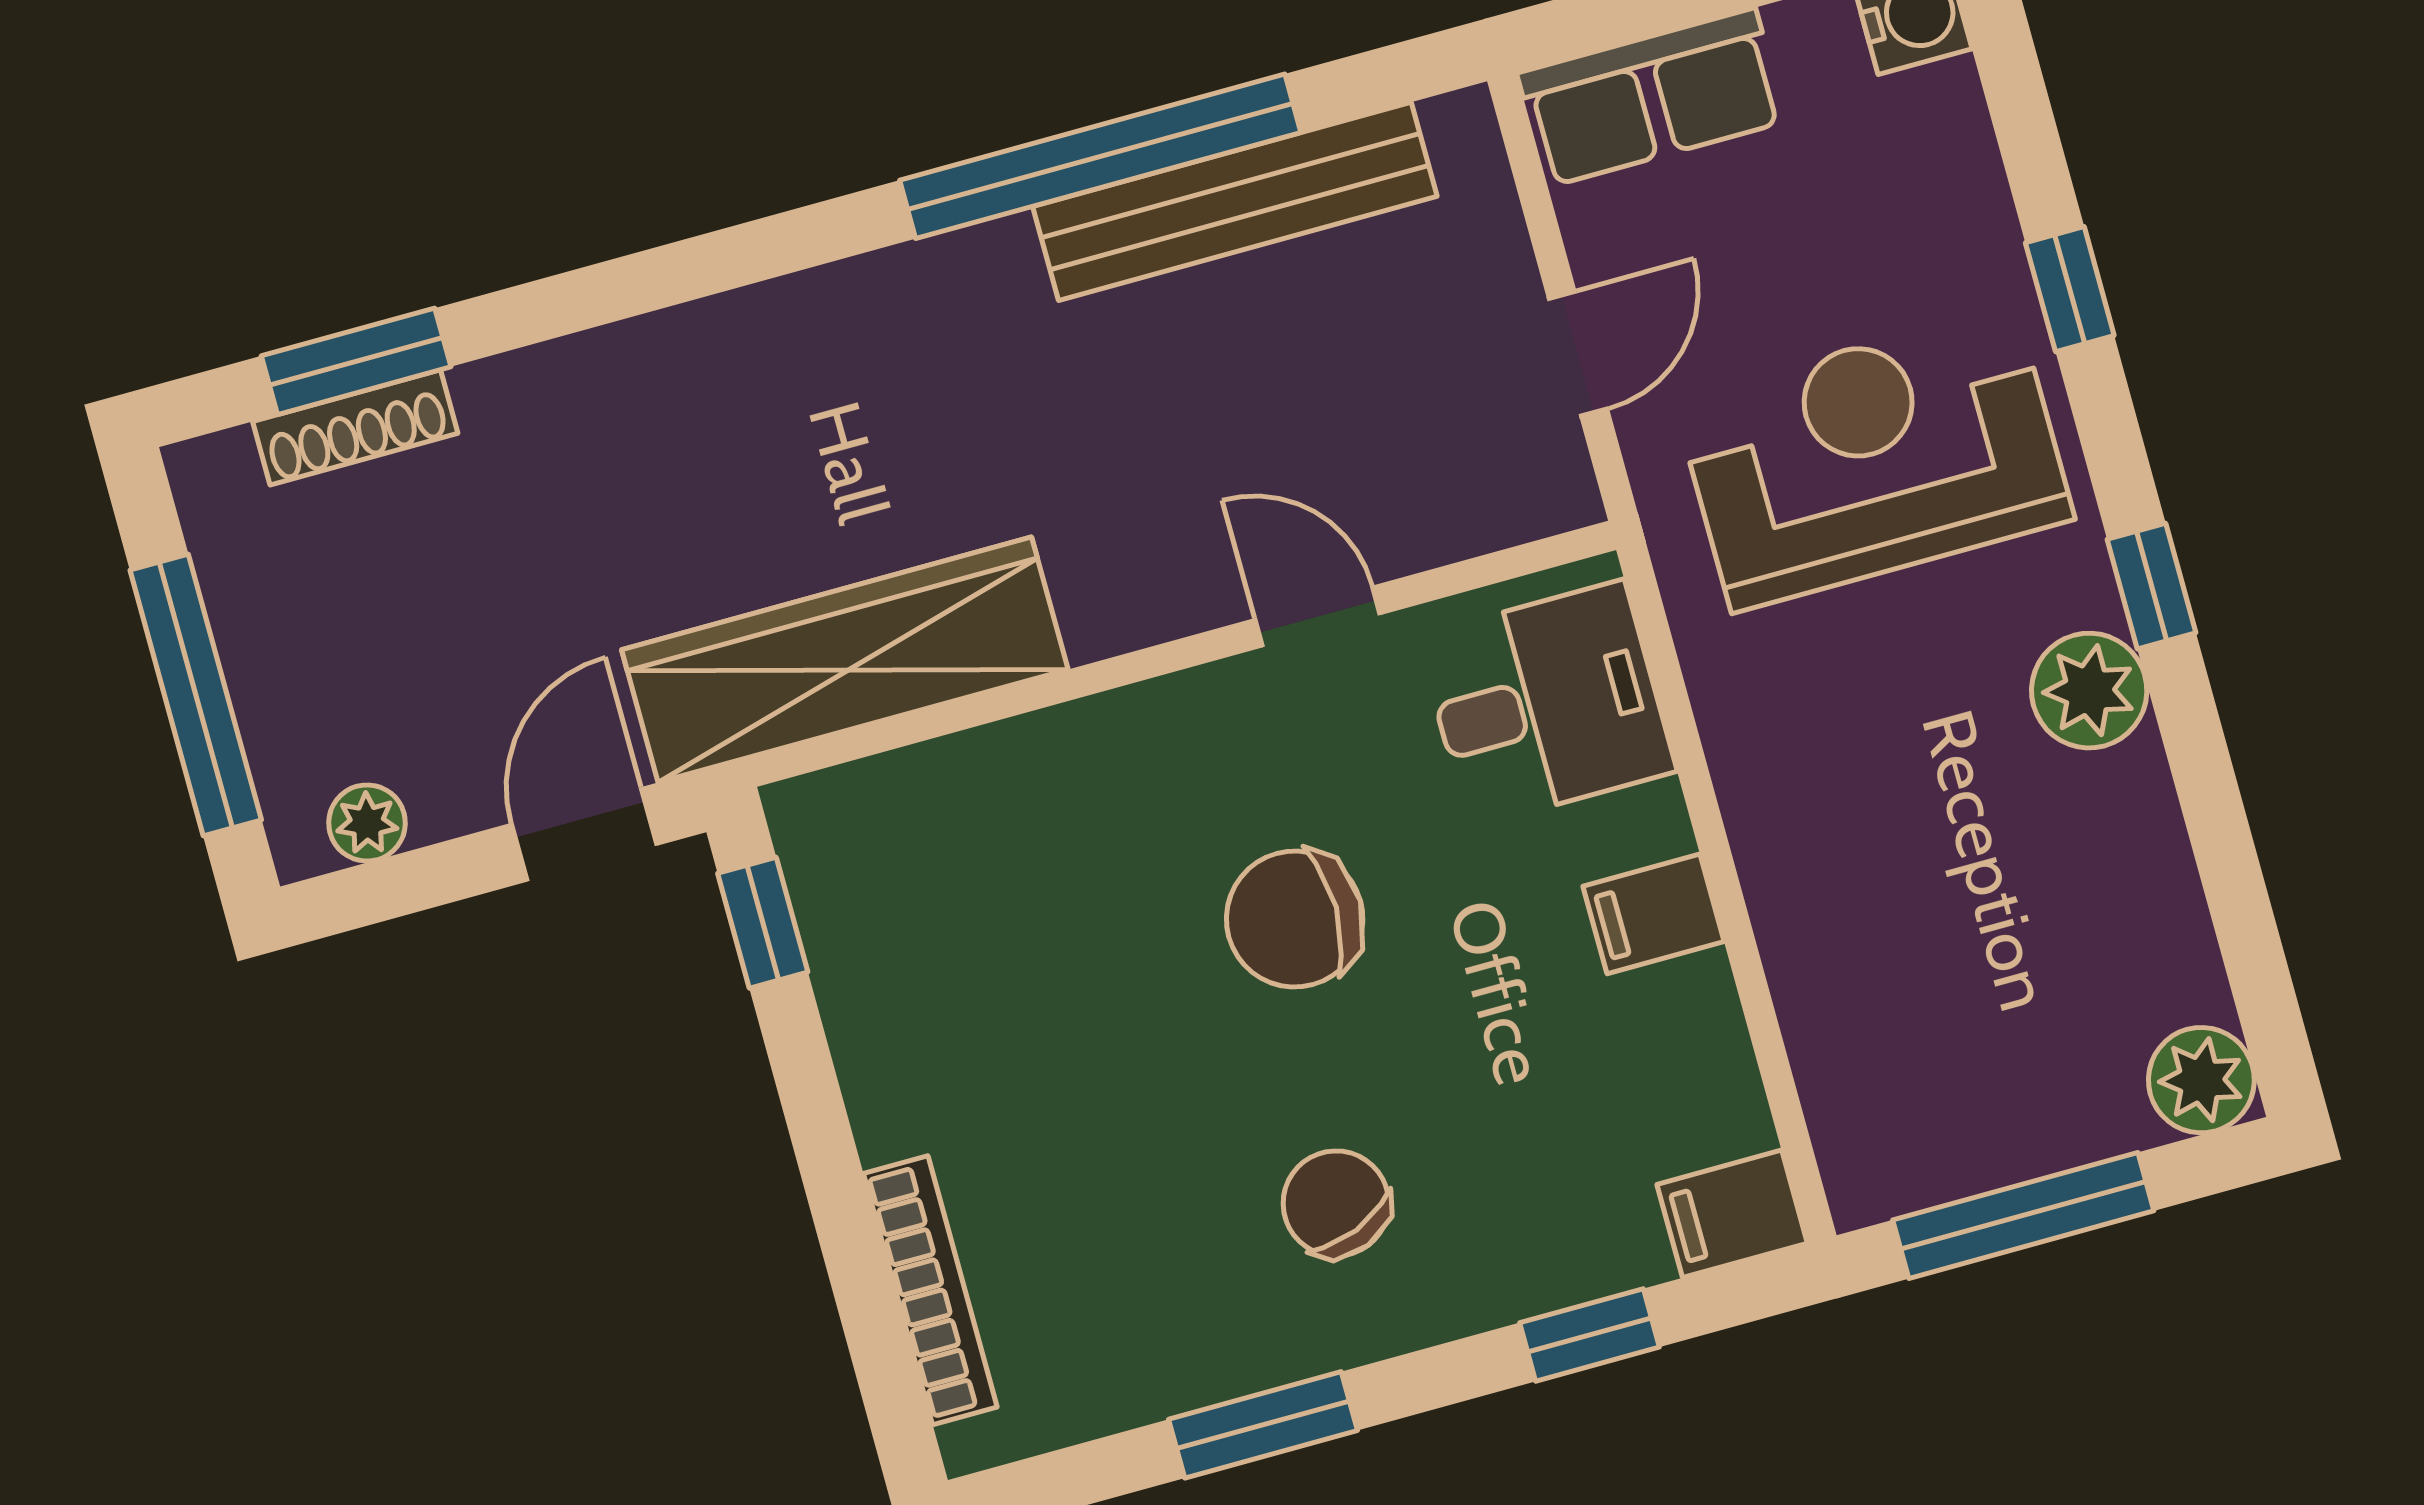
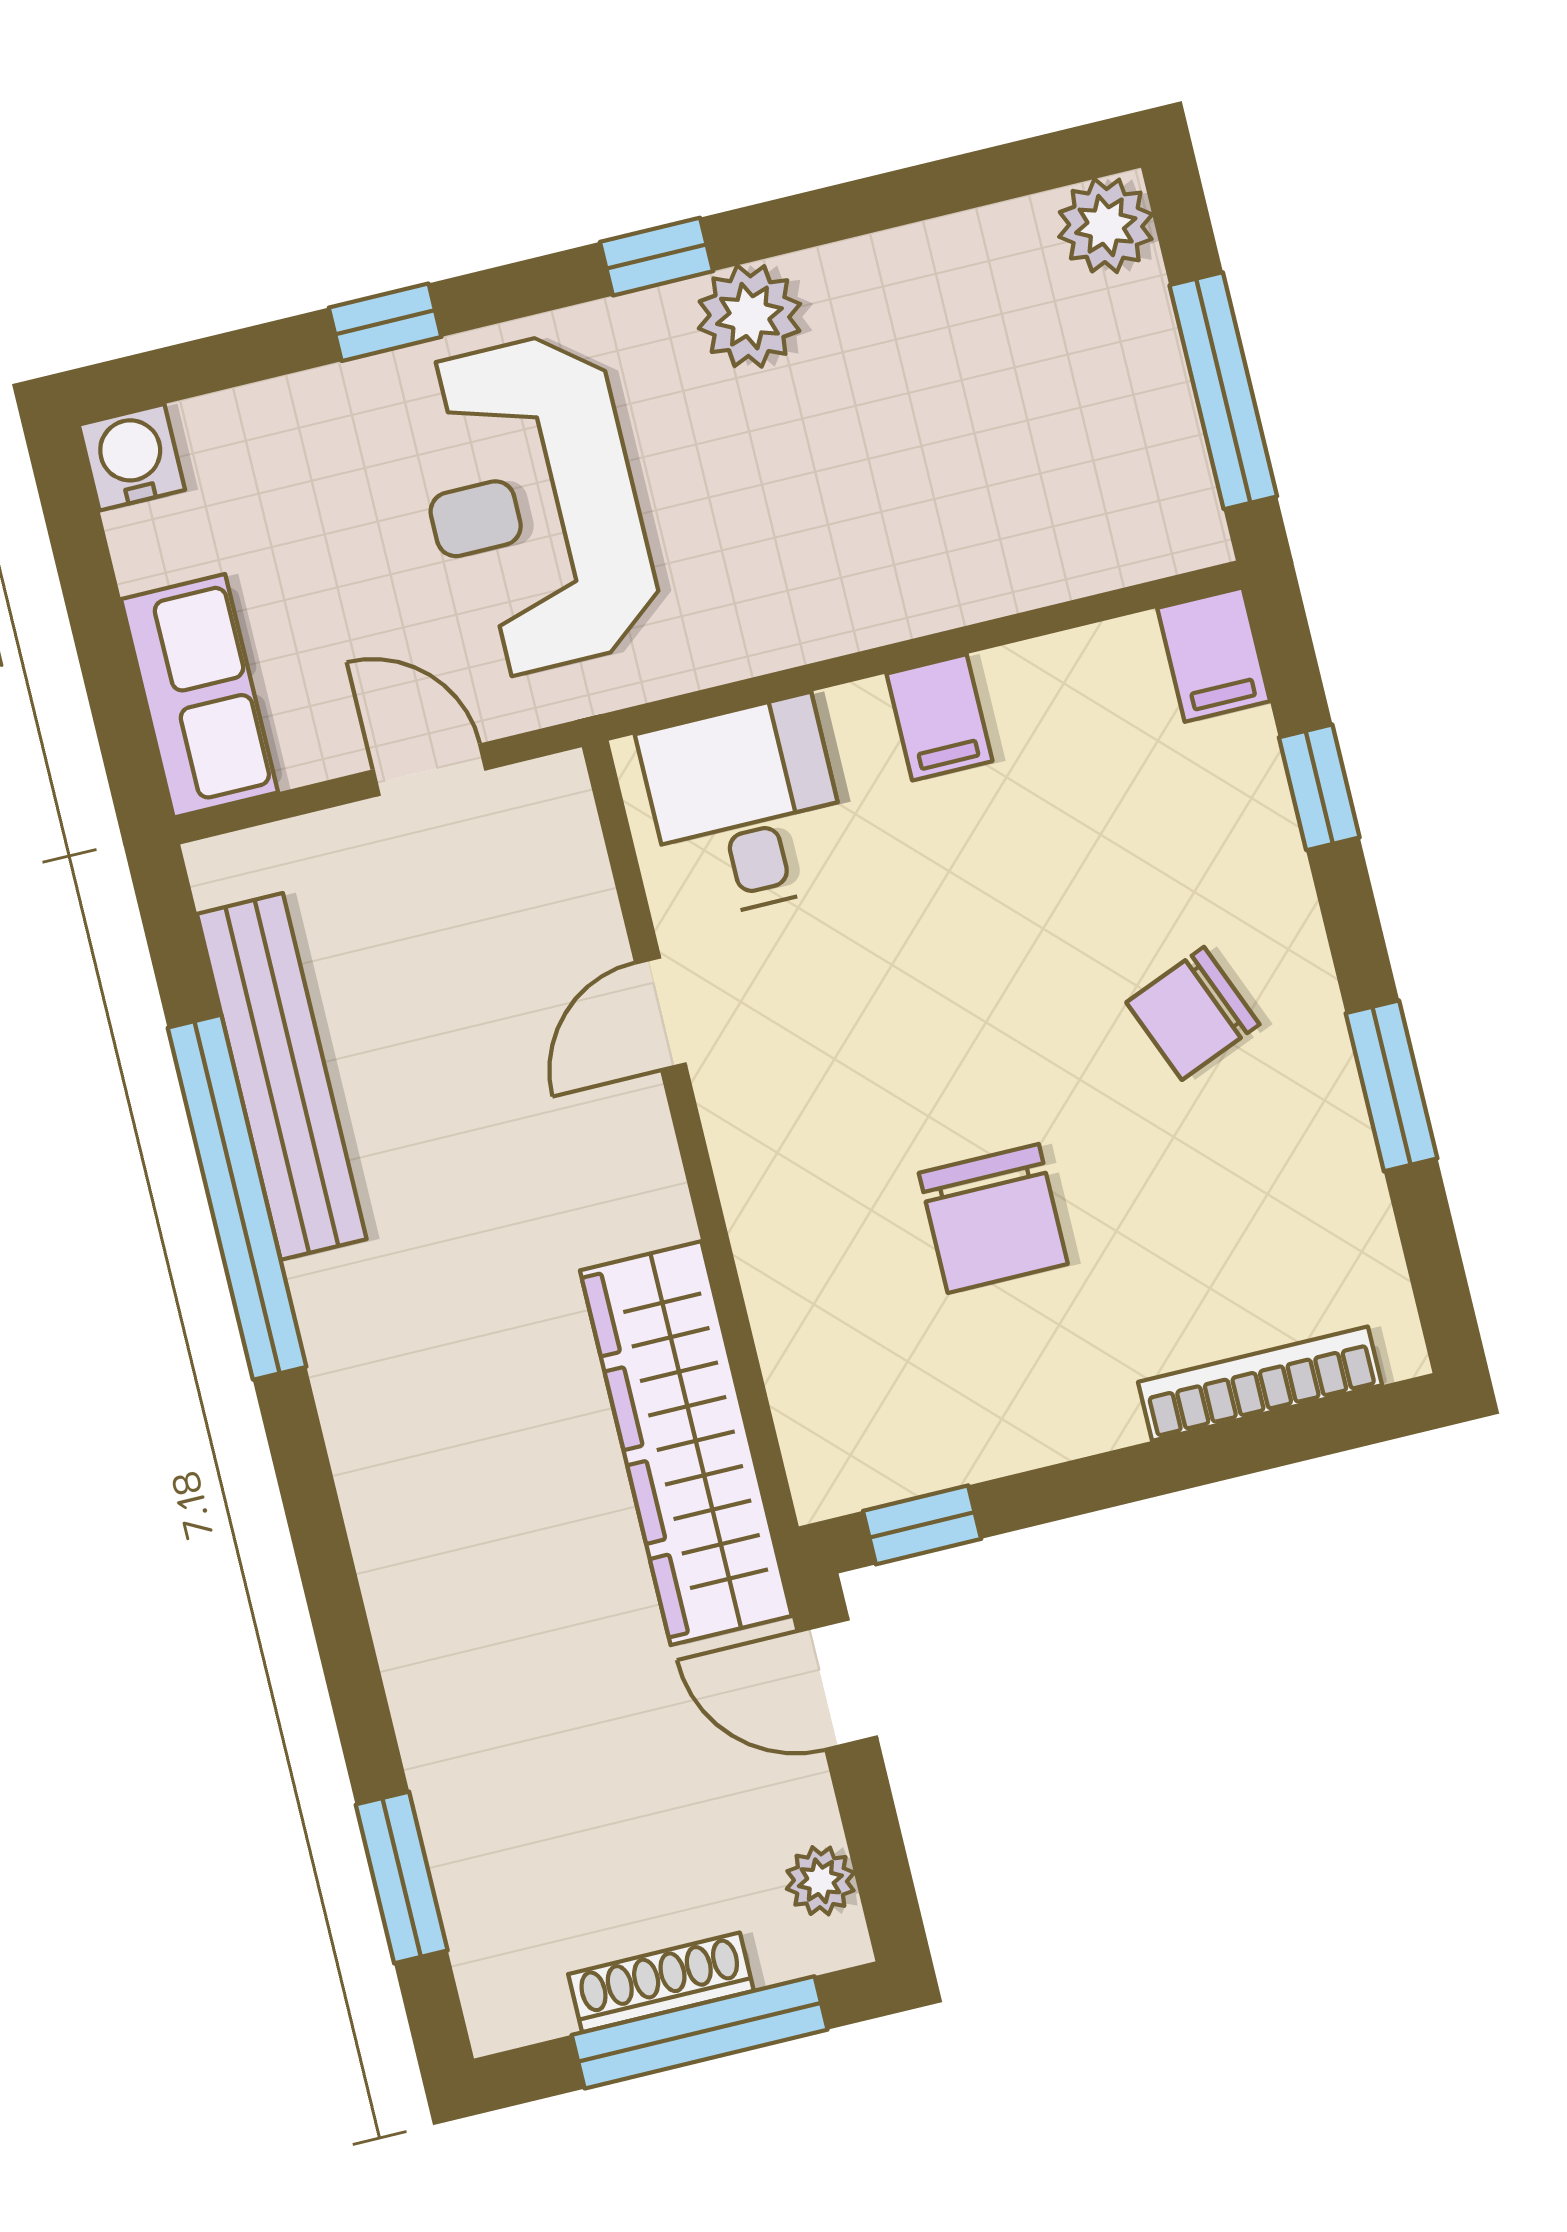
shoe rack: (355, 427) -> (661, 1982), moved, turned -90
chair: (1295, 919) -> (993, 1218), moved

